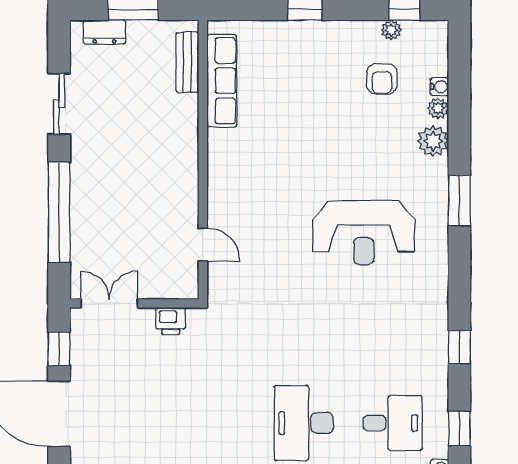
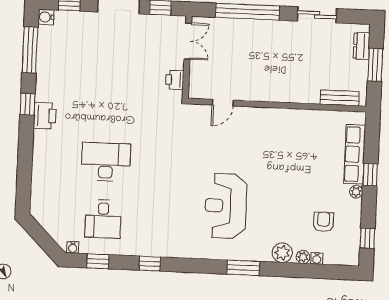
plant: (391, 30) -> (356, 192), moved
armchair: (382, 79) -> (324, 222), turned 90
row of seats: (222, 81) -> (355, 154), moved, turned 90

